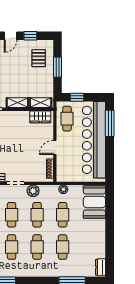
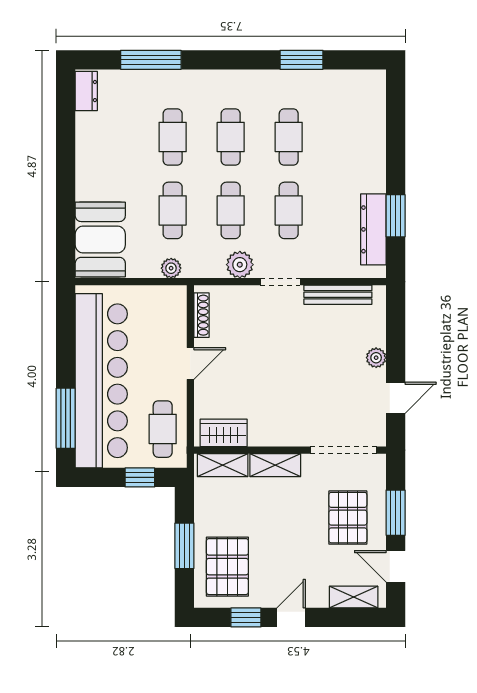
pallet: (39, 58) -> (227, 567), width x1.50, depth x1.42

